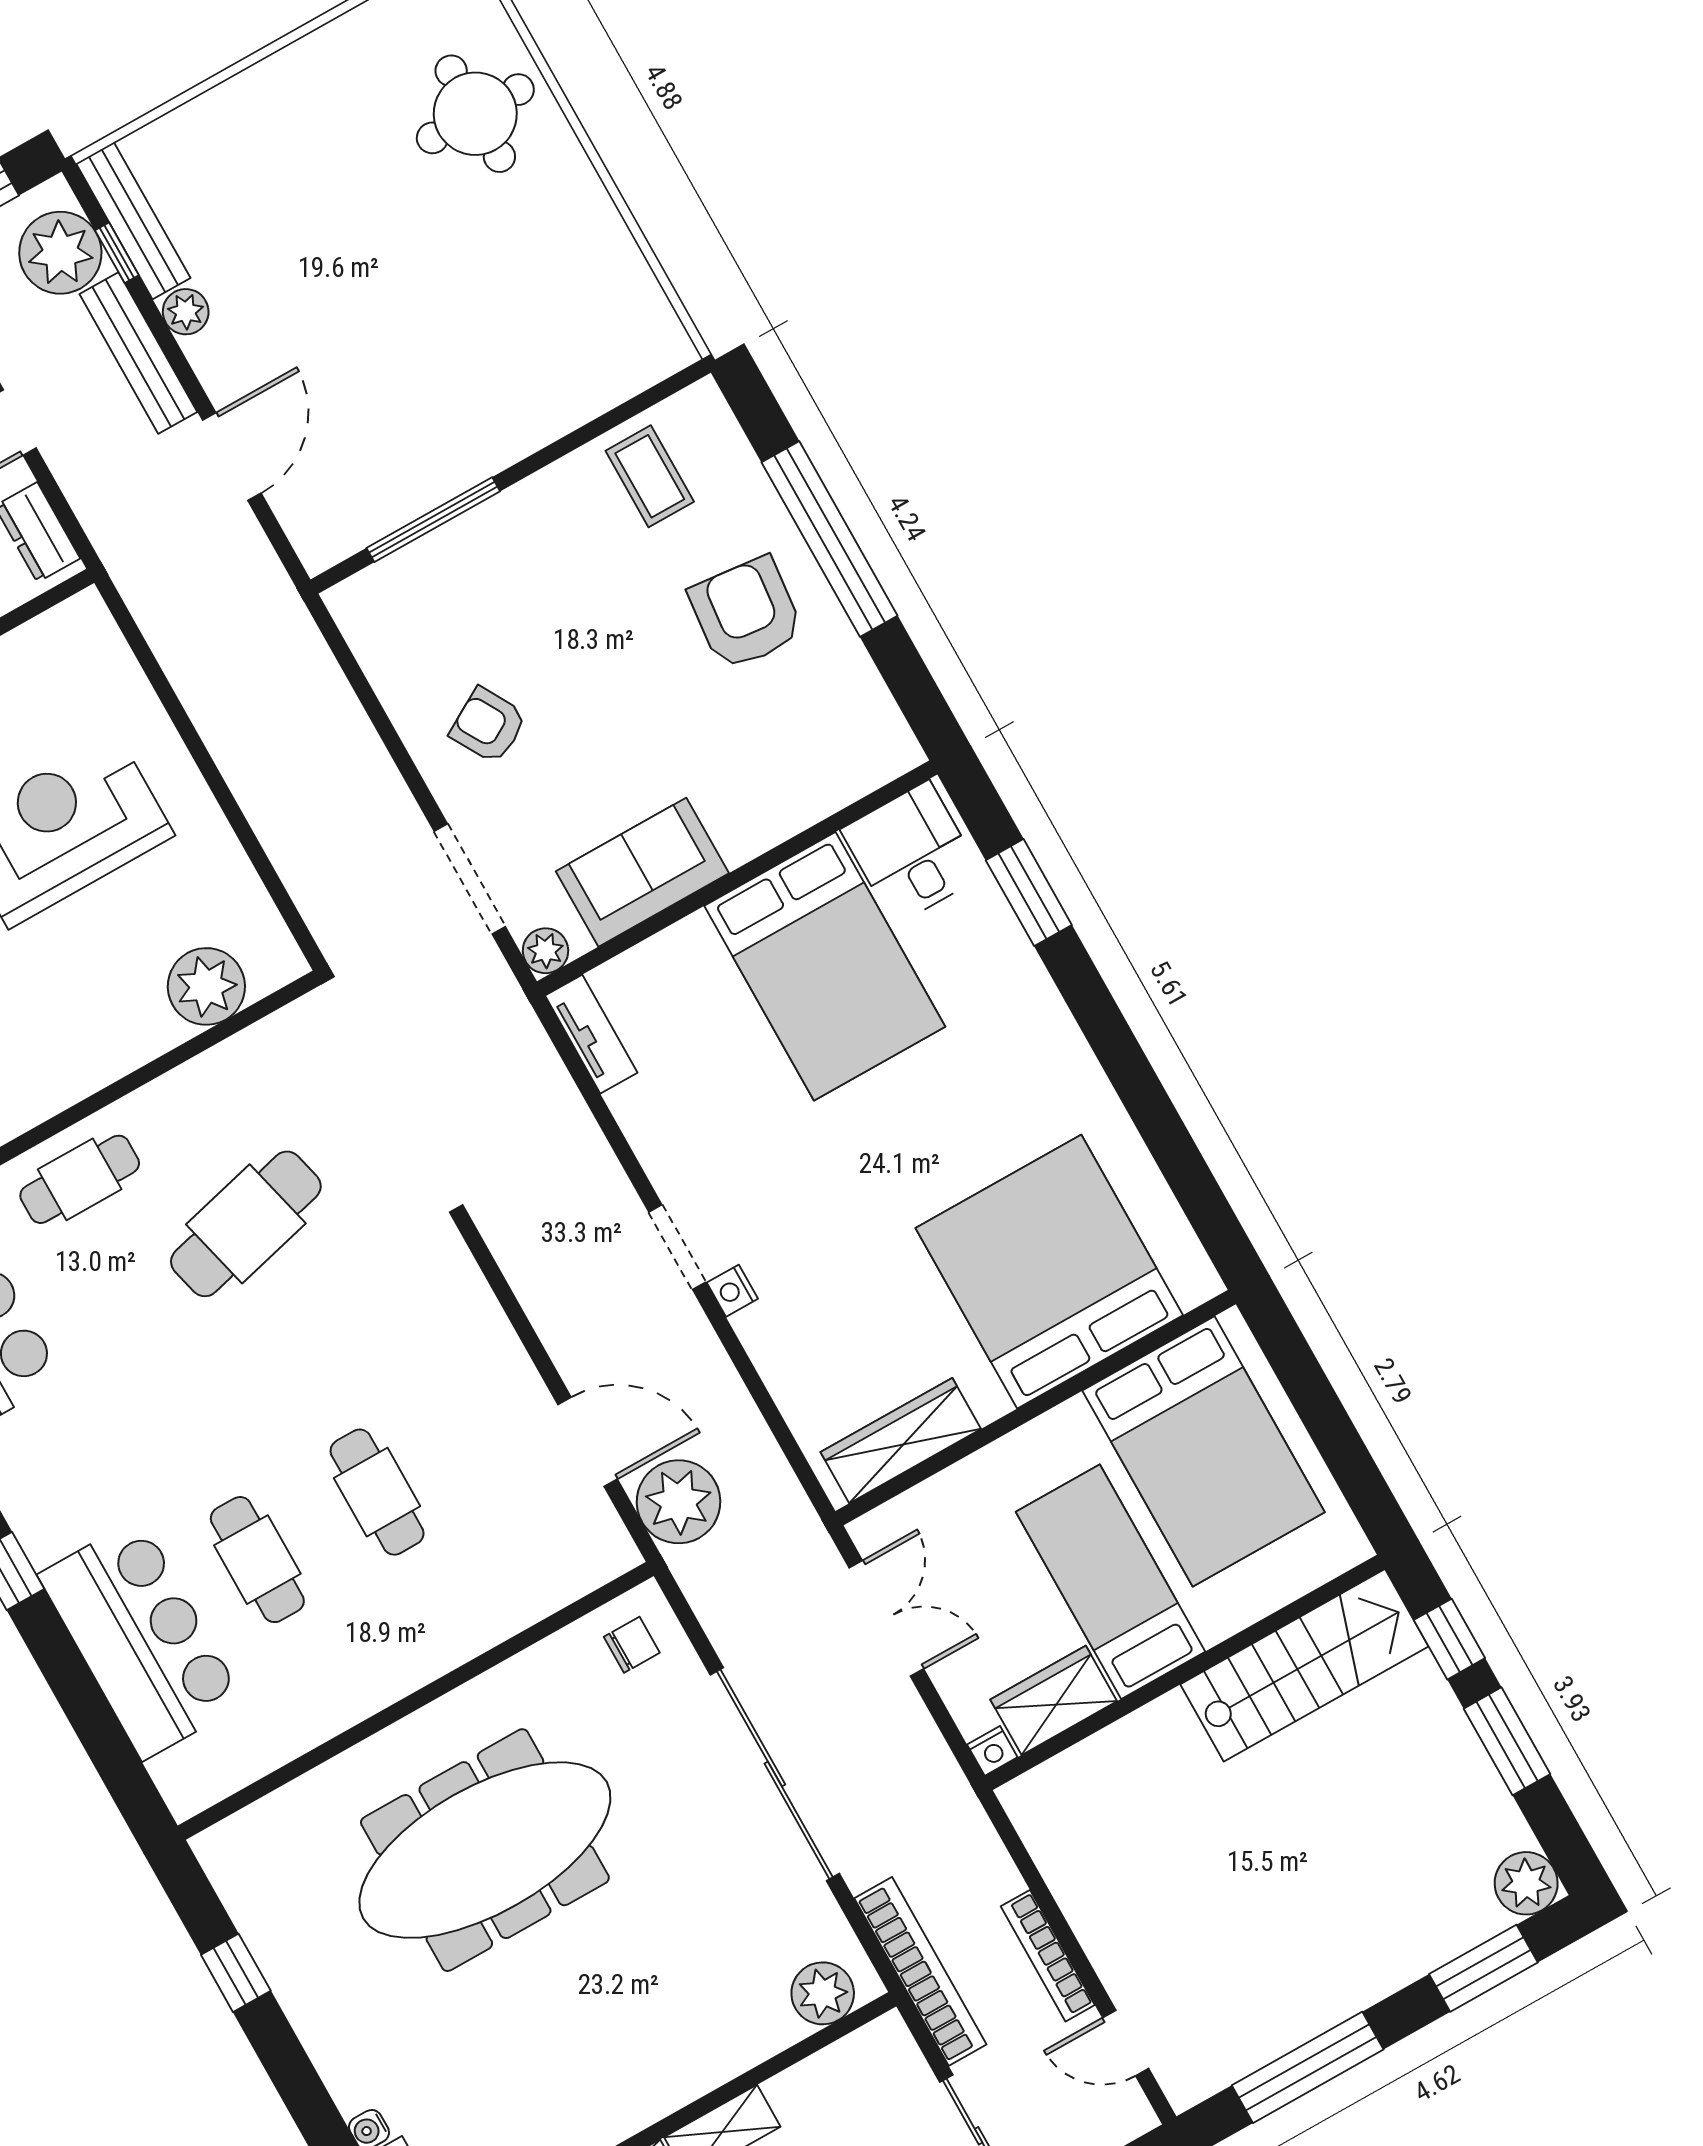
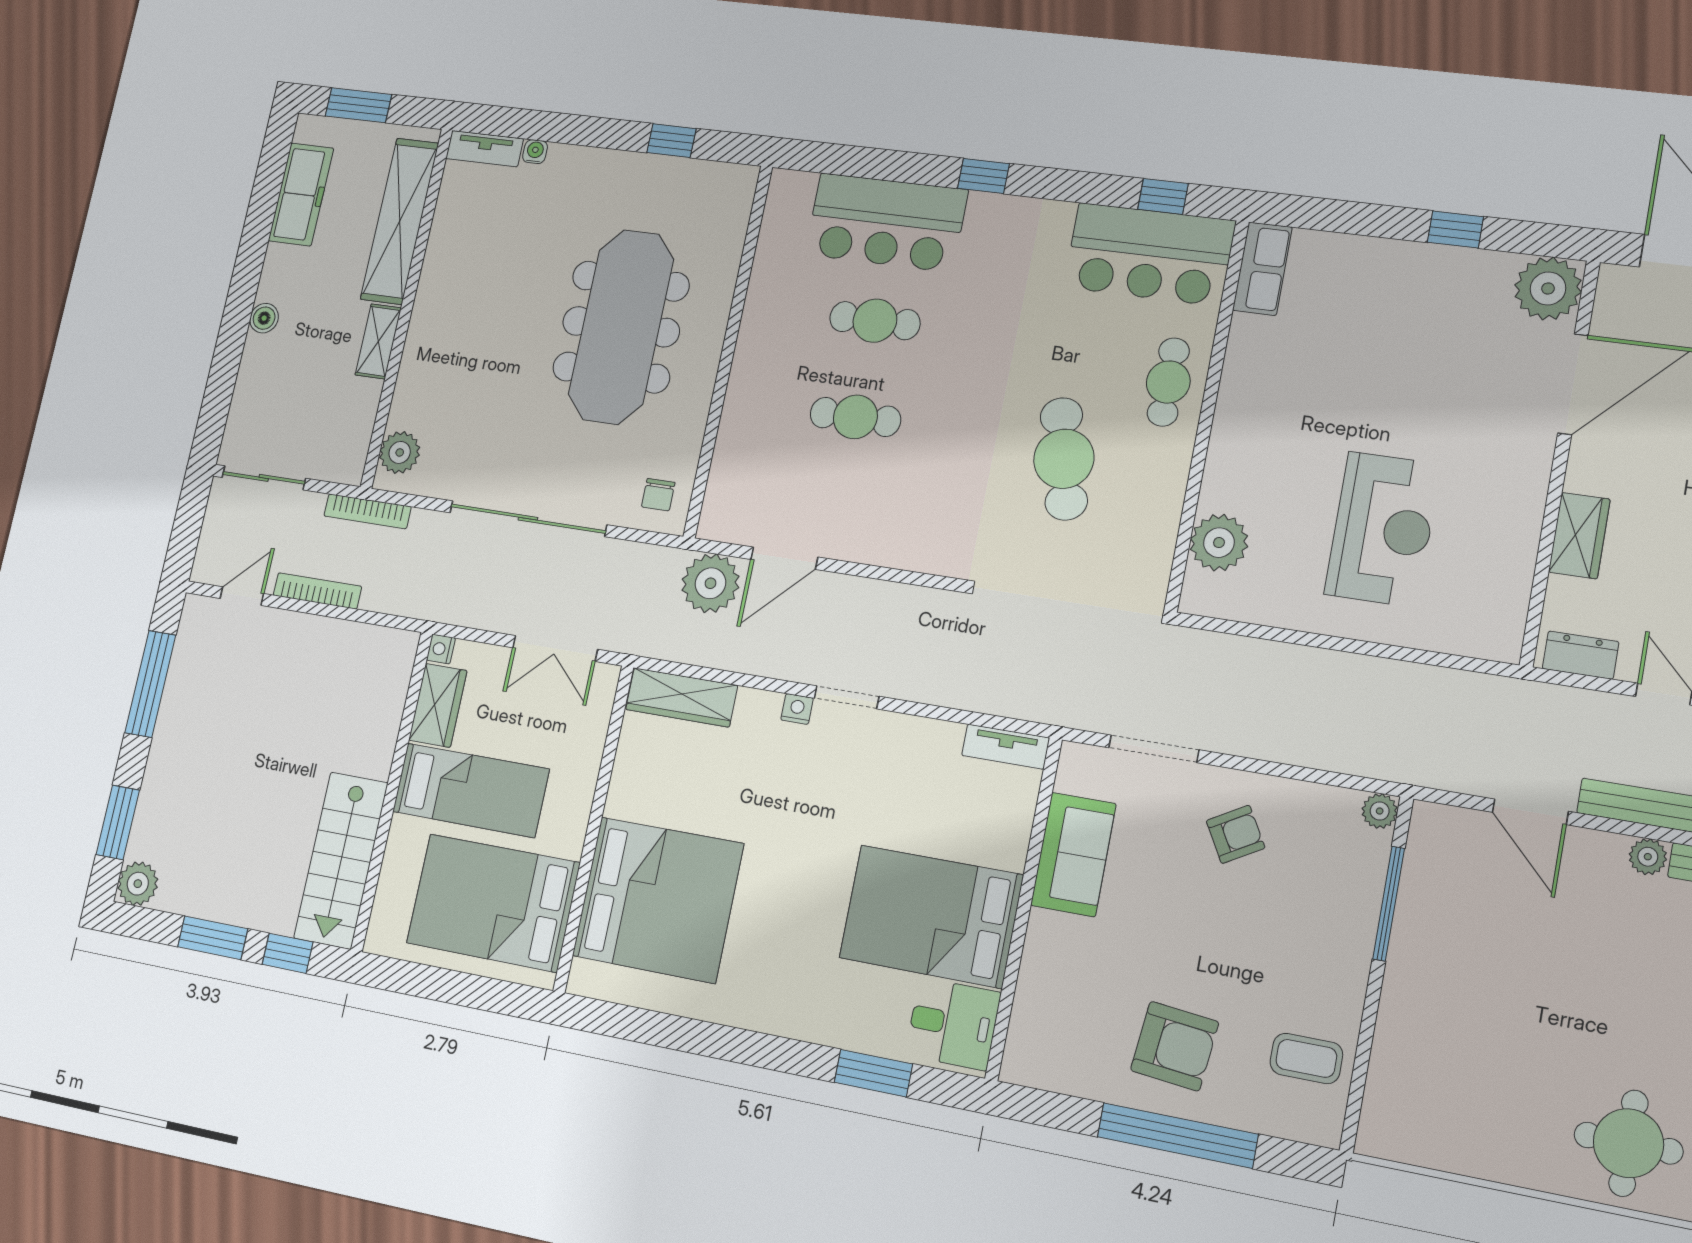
plant: (546, 951) -> (1380, 811), moved
wardrobe: (901, 1441) -> (682, 697), moved, turned 90
bookcase: (920, 1971) -> (368, 511), width x0.68, depth x0.76

